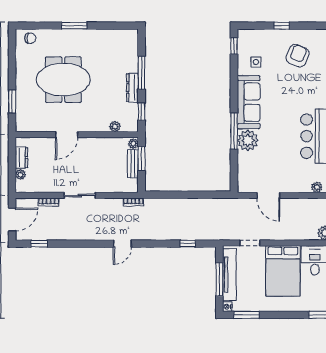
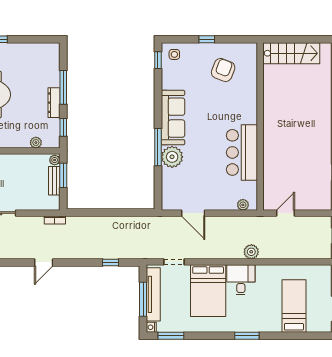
side table: (256, 62) -> (174, 54), moved

